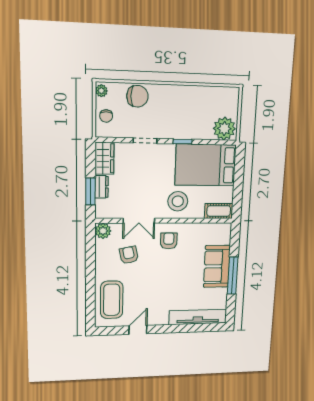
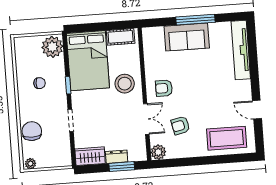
chair: (106, 116) -> (40, 83), moved
cot: (219, 211) -> (121, 37), moved, turned 90

